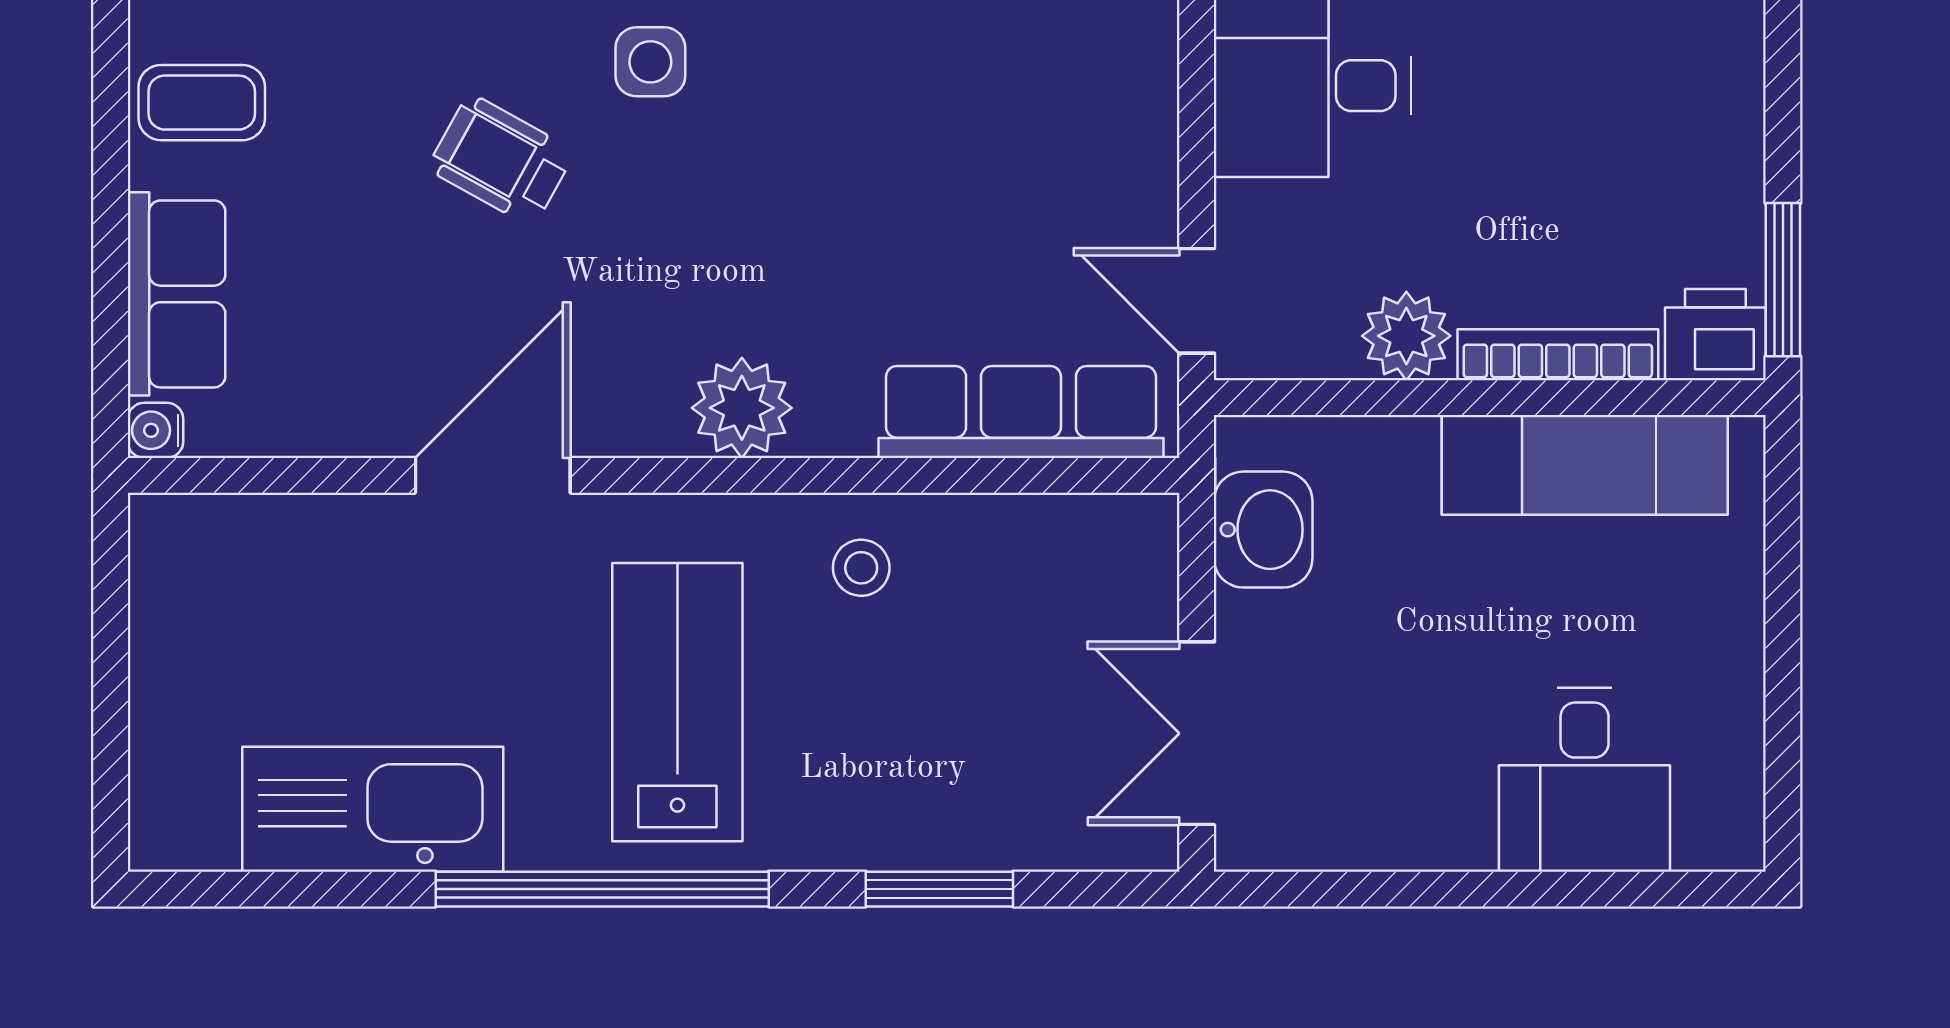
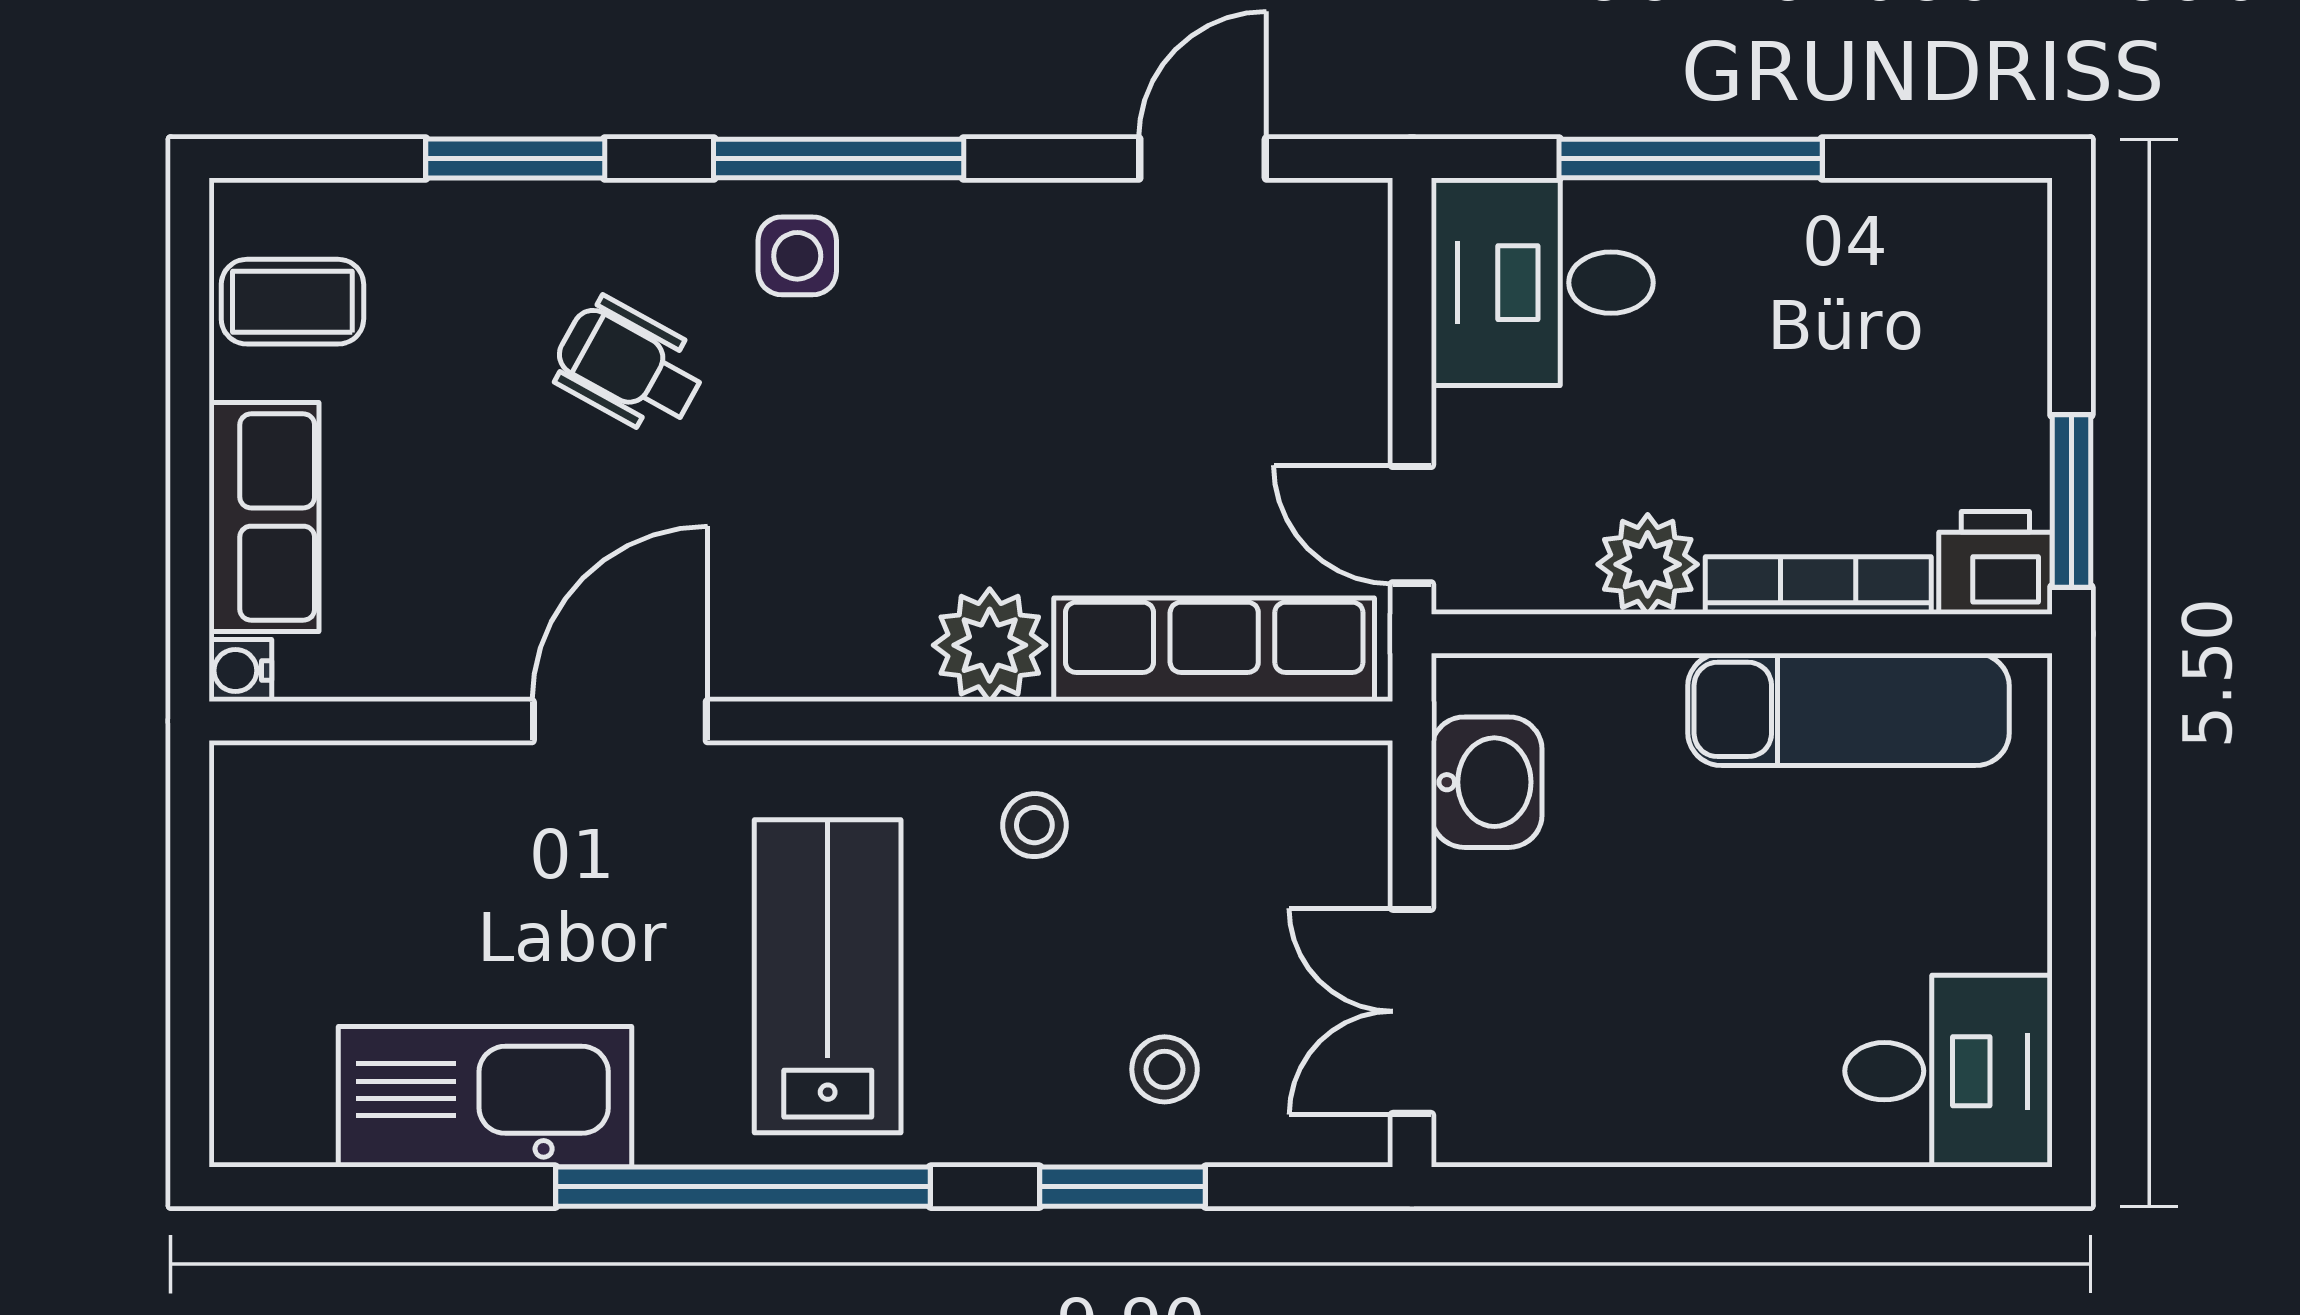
plant: (742, 408) -> (990, 645), moved
desk: (1585, 780) -> (1949, 1071), moved, turned -90
stool: (977, 785) -> (1165, 1069), added

